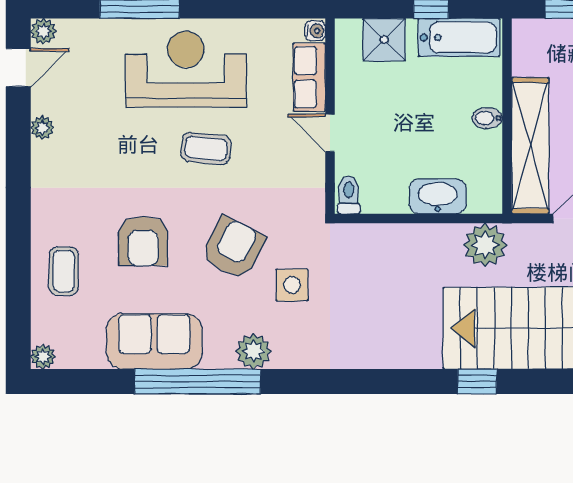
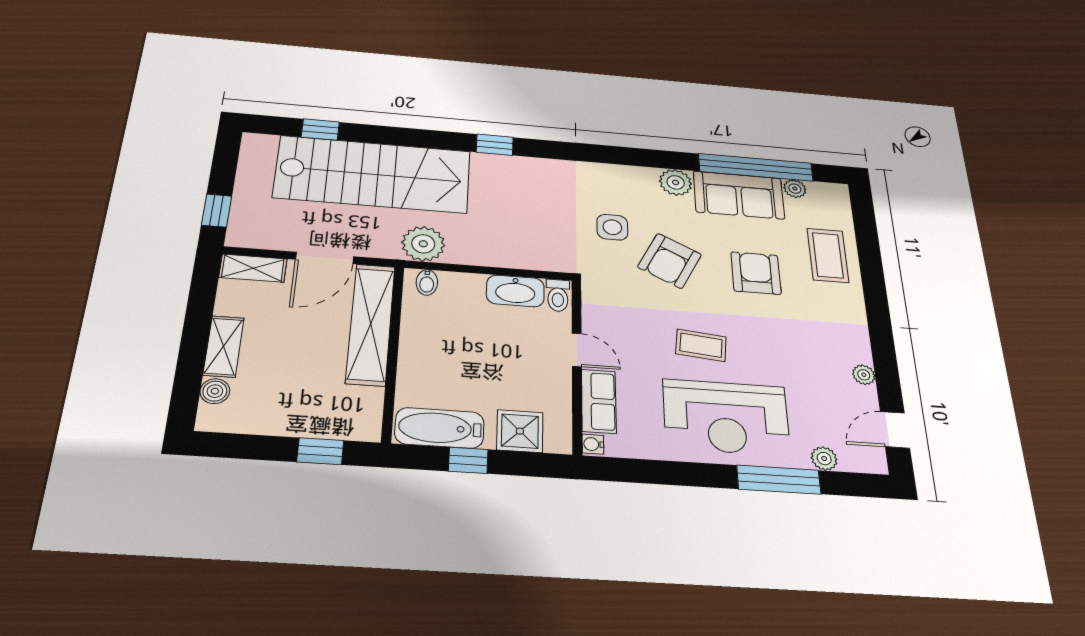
plant: (43, 31) -> (824, 459), moved
bidet: (487, 118) -> (427, 282), moved, turned 90
washbasin: (438, 196) -> (515, 291), moved
coffee table: (64, 271) -> (828, 255), width x1.36, depth x1.30
plant: (253, 351) -> (676, 182), moved
plant: (43, 357) -> (795, 189), moved
window: (198, 381) -> (756, 167), moved
window: (477, 381) -> (495, 145), moved

